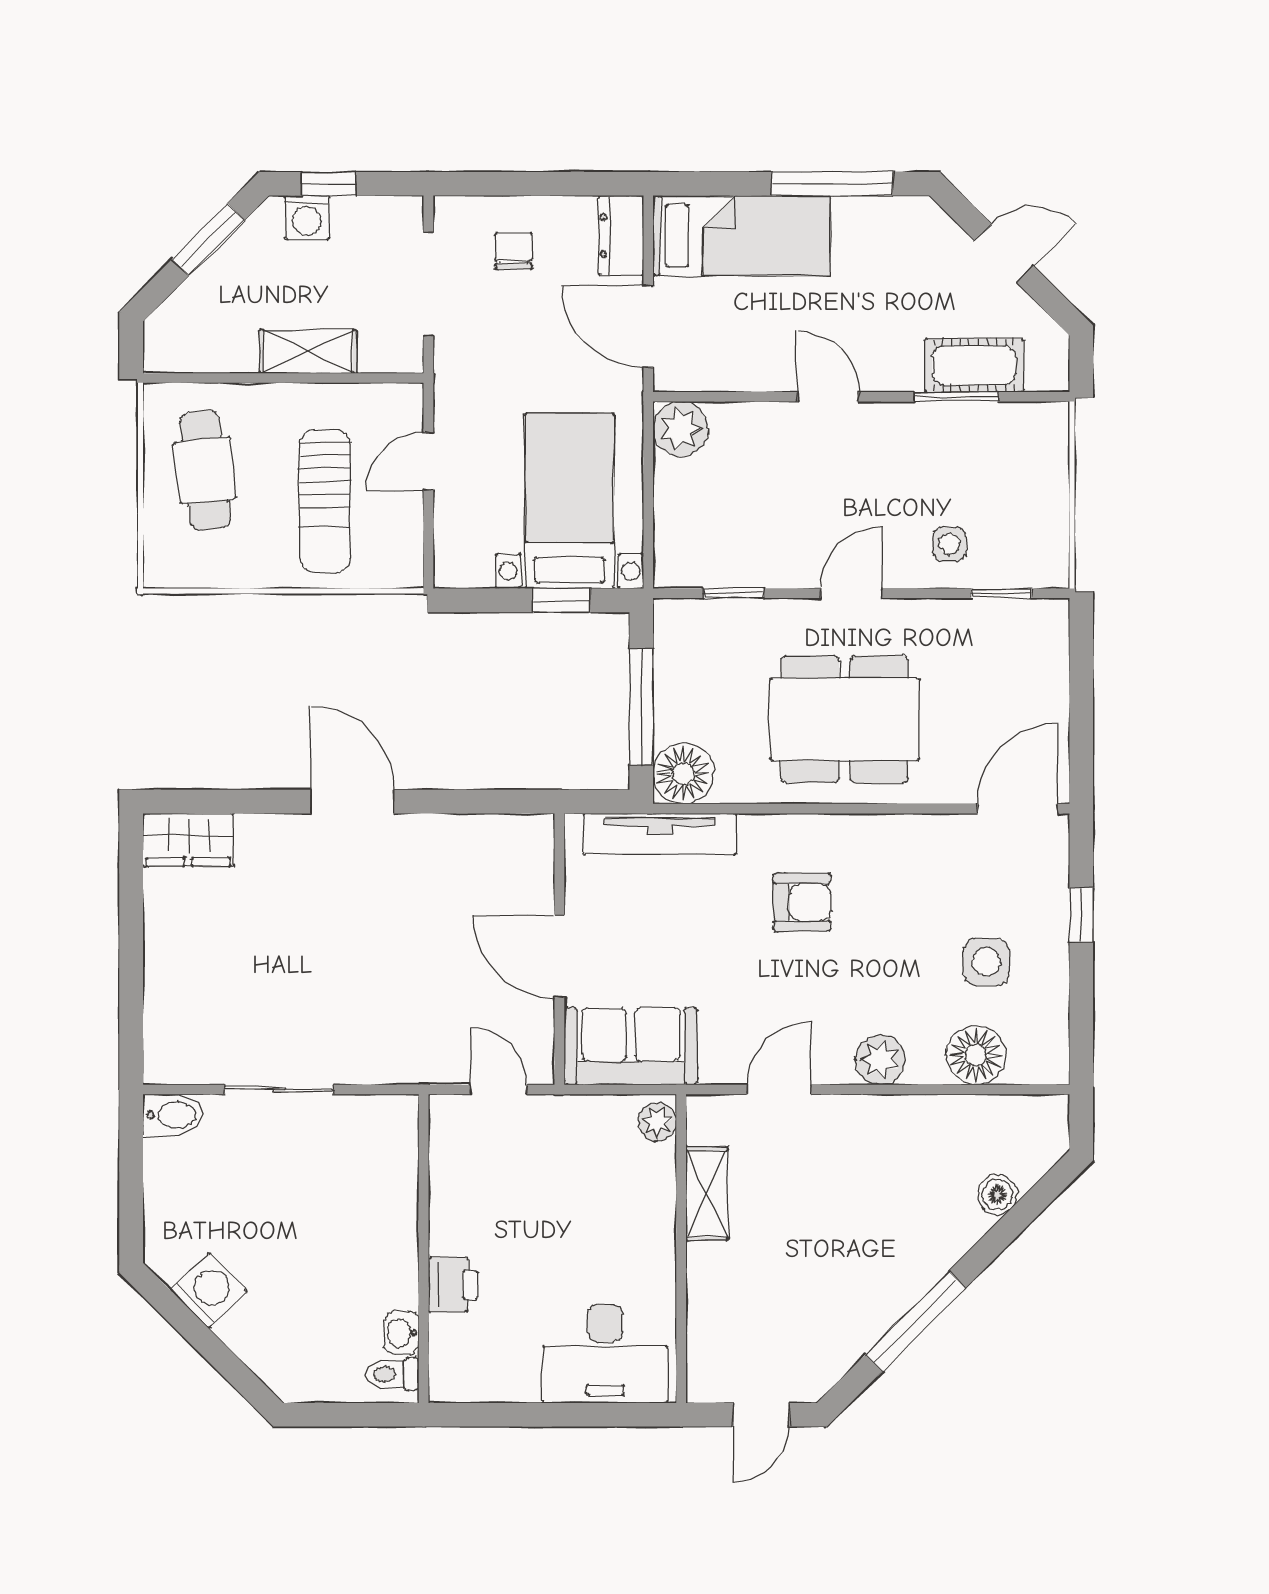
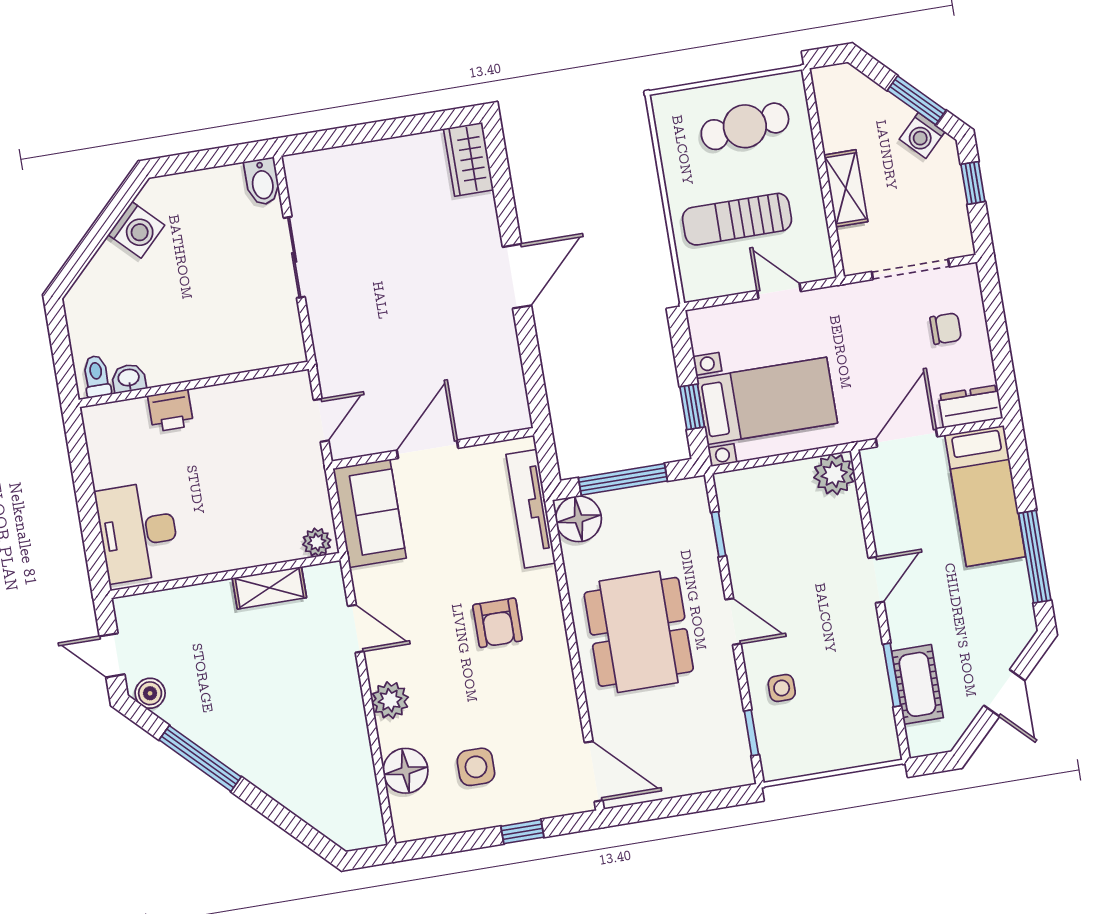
washing machine: (307, 217) -> (922, 135), moved, turned -45
boiler: (997, 1195) -> (150, 693), moved

